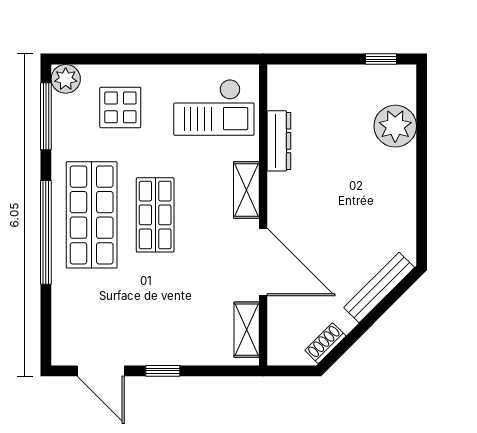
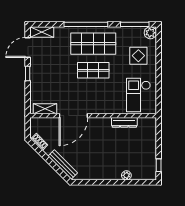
plant: (395, 126) -> (126, 175), width x0.53, depth x0.53
shelving: (246, 190) -> (42, 32), moved

